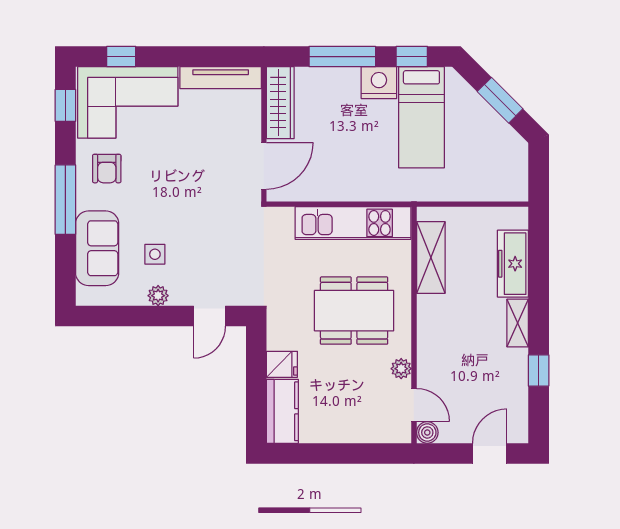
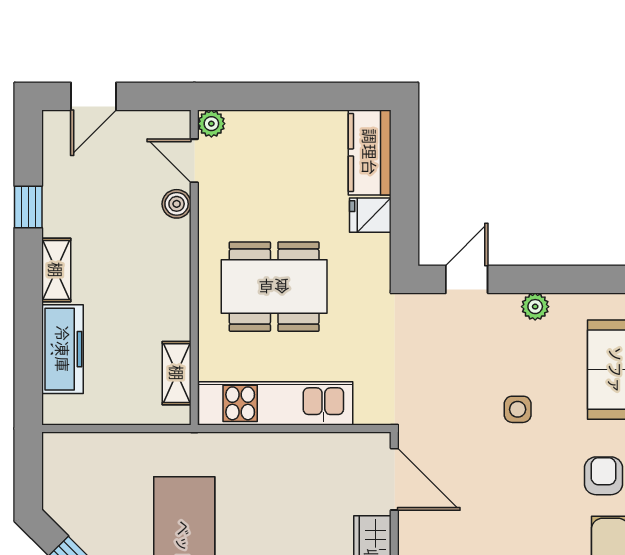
door: (264, 166) -> (394, 479), swing flipped
side table: (155, 254) -> (518, 409), moved
shelving: (431, 257) -> (177, 373), width x0.67, depth x0.75
plant: (401, 369) -> (211, 124), moved
boiler: (427, 432) -> (177, 204), moved

